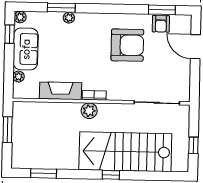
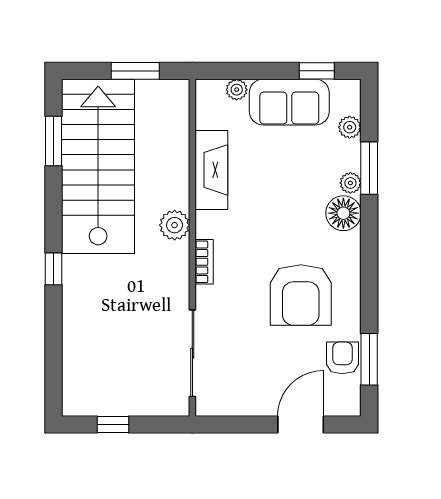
plant: (20, 17) -> (350, 127), moved
floor lamp: (85, 22) -> (343, 213), added
armchair: (161, 24) -> (342, 358), turned 90
bookcase: (94, 95) -> (204, 262), moved
stairs: (125, 152) -> (98, 166), moved

